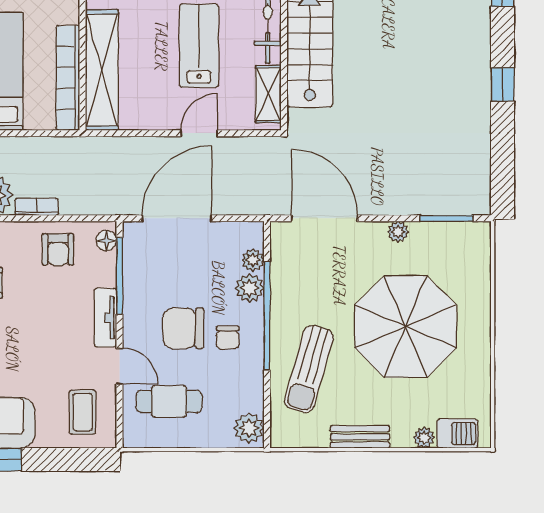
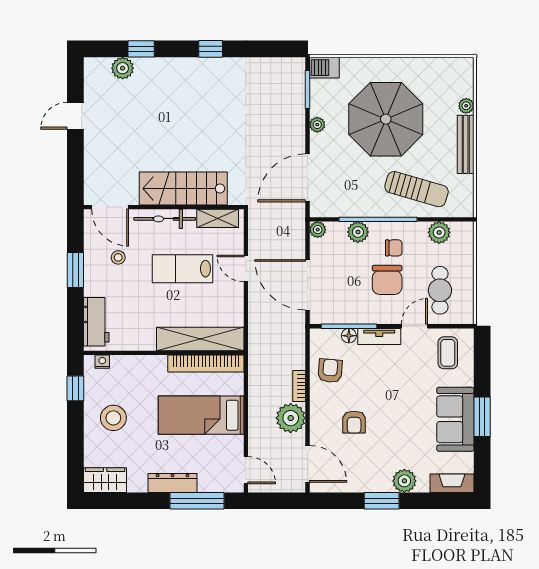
floor lamp: (106, 240) -> (349, 336), moved
armchair: (58, 249) -> (330, 371), turned -85
plant: (253, 260) -> (318, 230), moved
coffee table: (83, 412) -> (448, 353), turned 90
plant: (249, 428) -> (439, 232), moved
barbecue: (457, 434) -> (324, 68), moved, turned -90
bench: (360, 437) -> (466, 144), width x1.36

